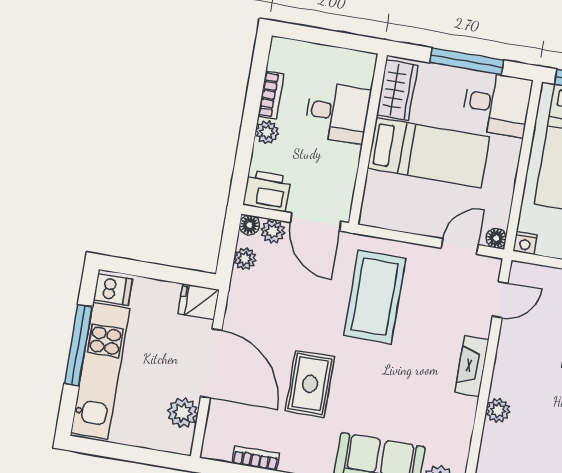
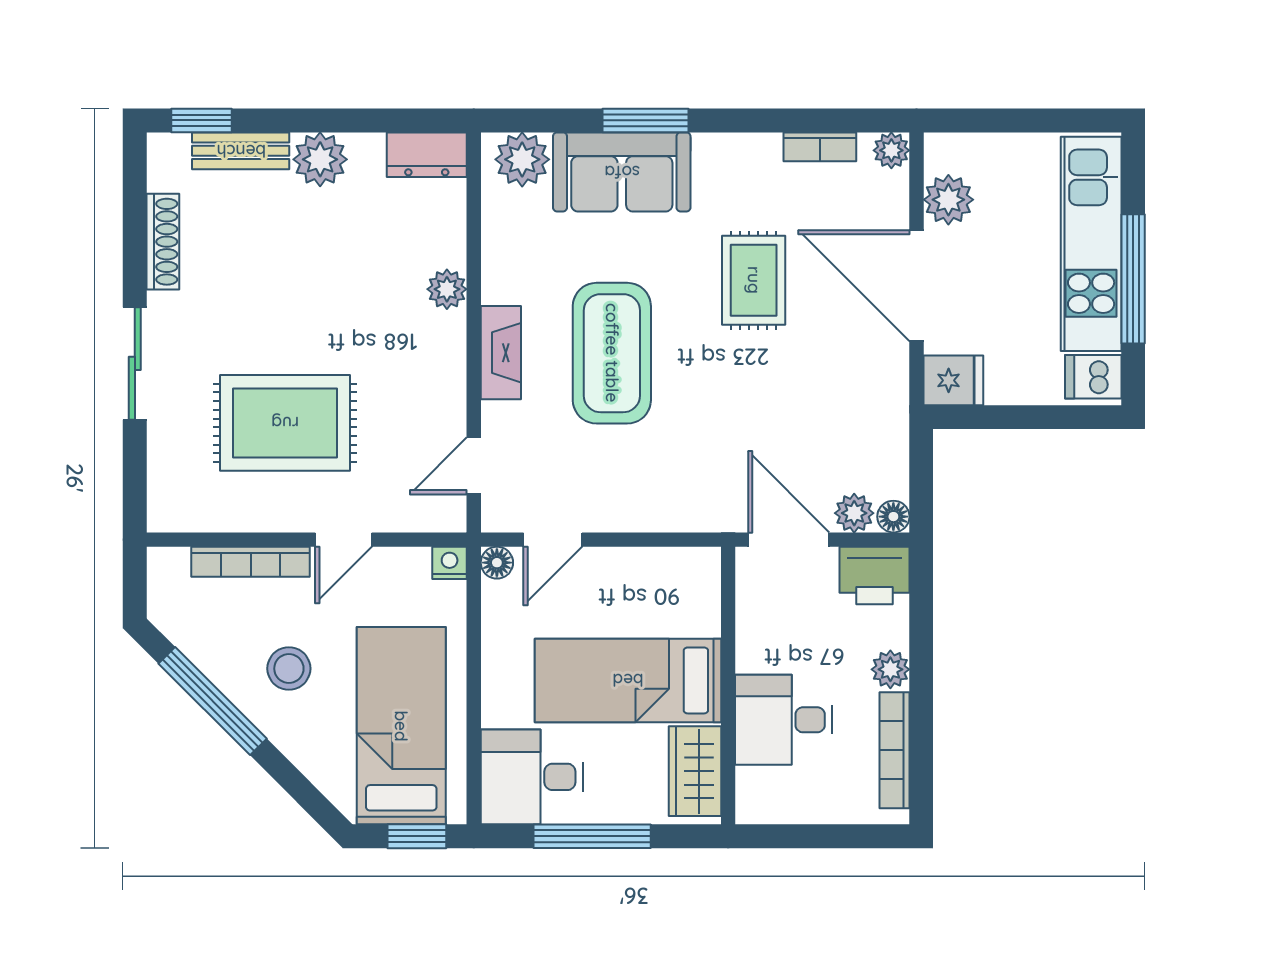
bookcase: (271, 95) -> (895, 750), width x1.56
plant: (245, 259) -> (891, 150), moved
coffee table: (375, 297) -> (612, 353), moved

